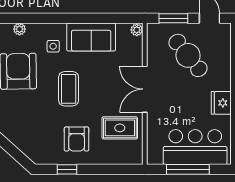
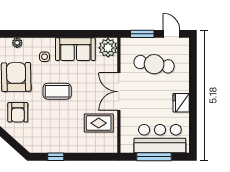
plant: (137, 30) -> (108, 48), width x1.88, depth x1.88
cafe table: (188, 55) -> (154, 64), turned -42
coffee table: (69, 89) -> (57, 91), turned 90
armchair: (77, 139) -> (18, 112), moved

